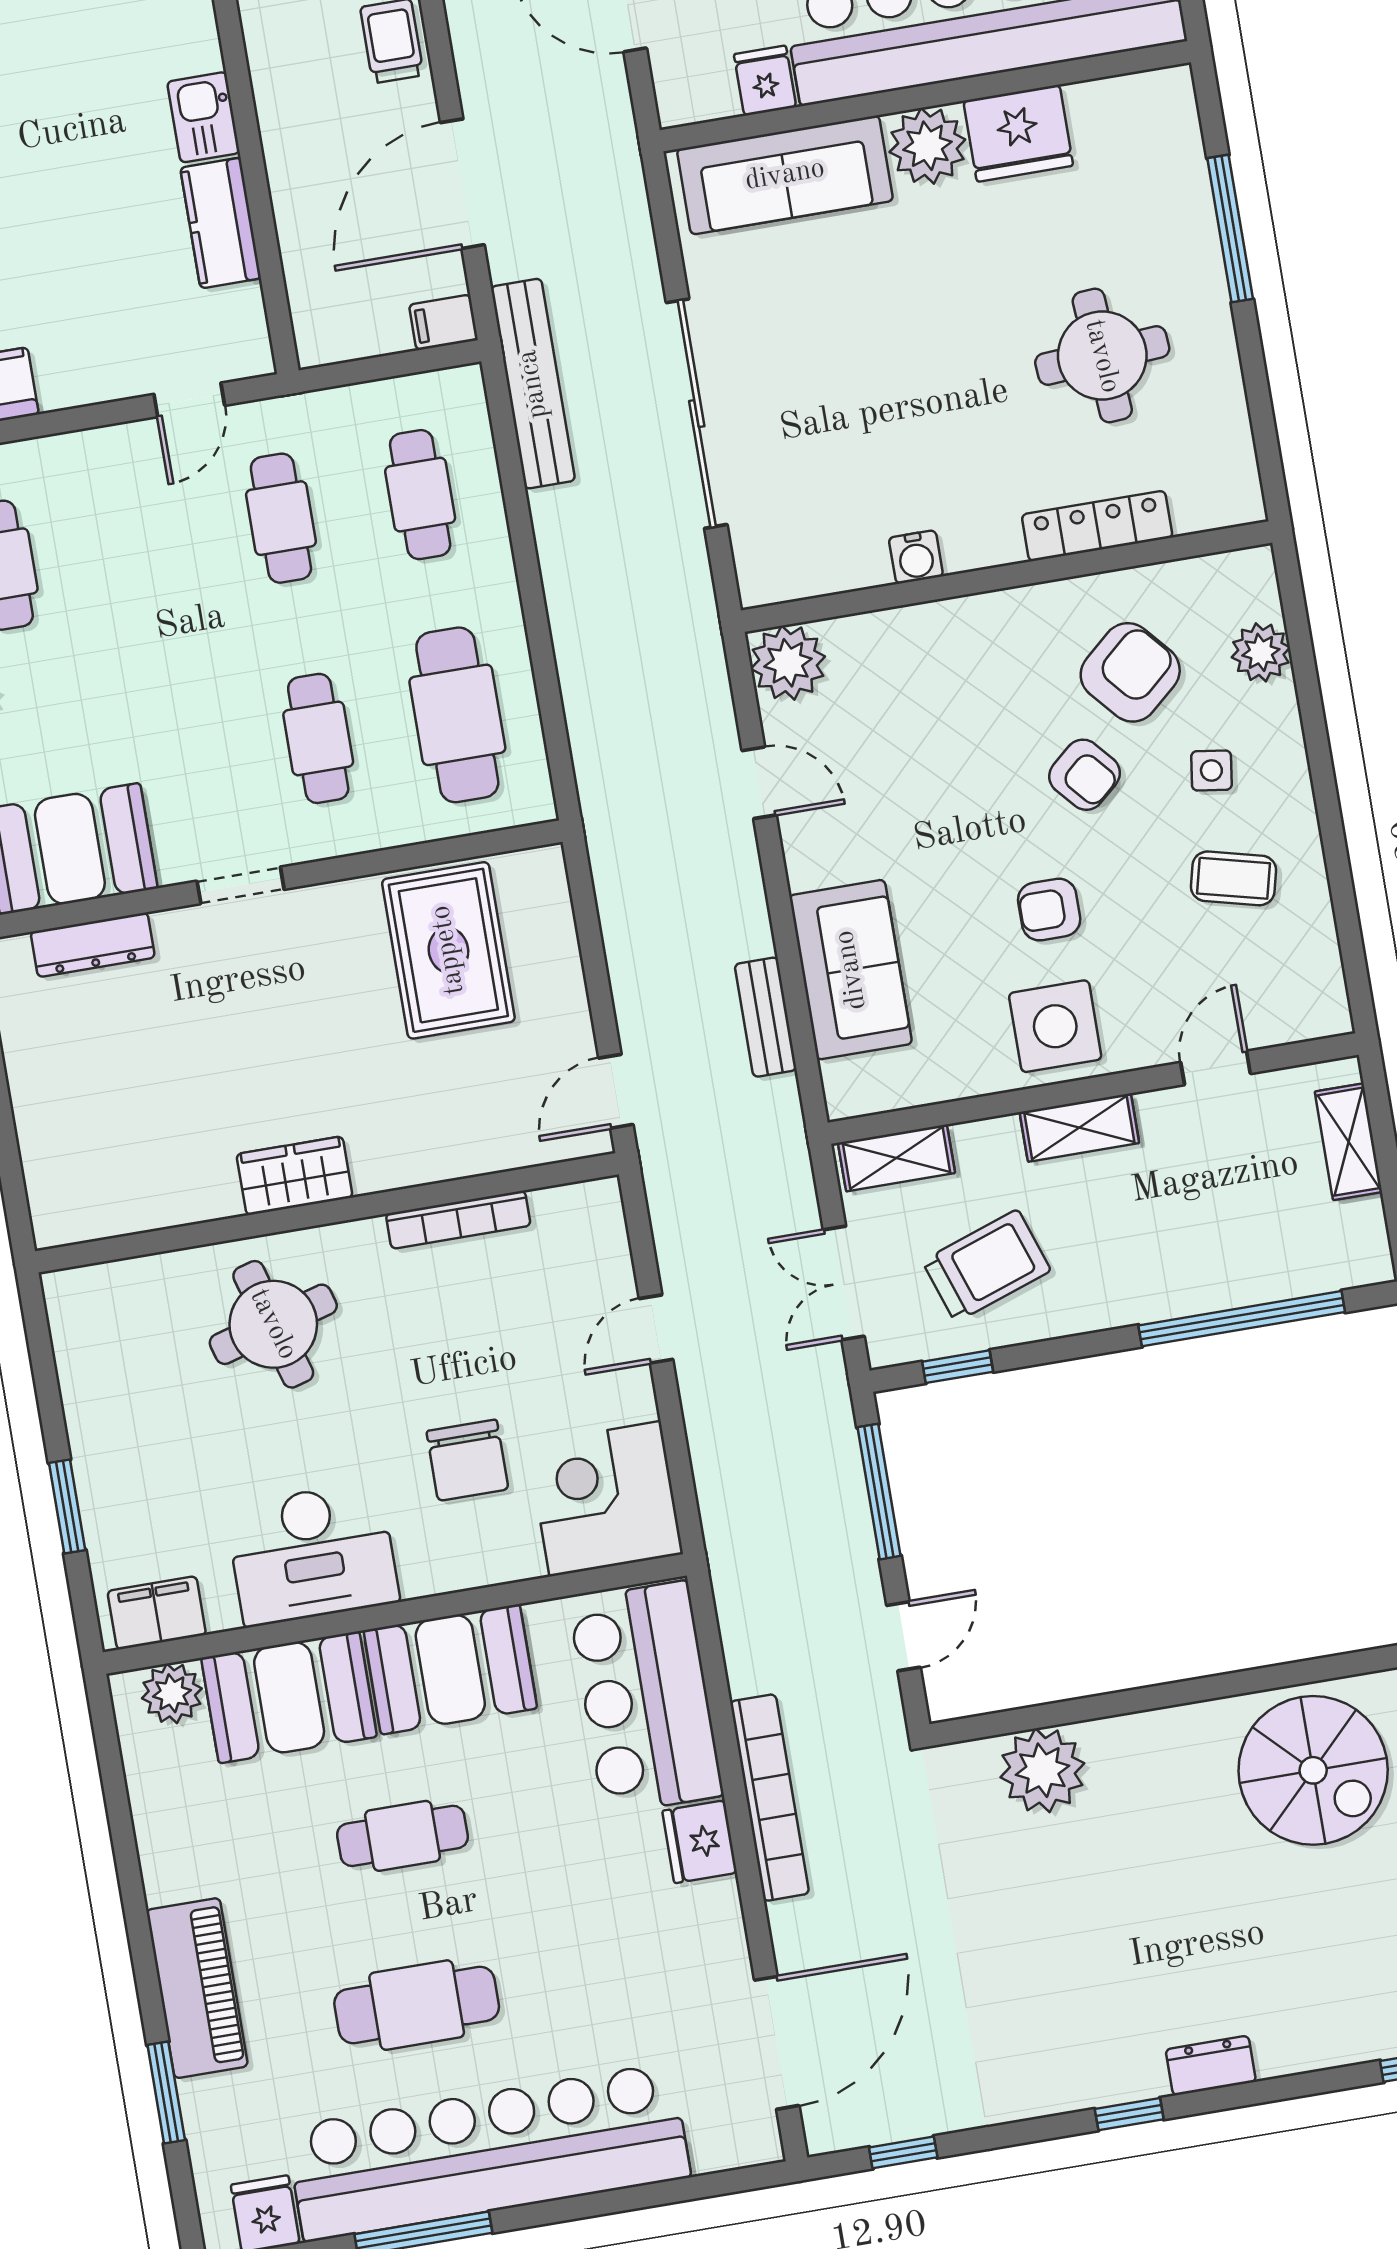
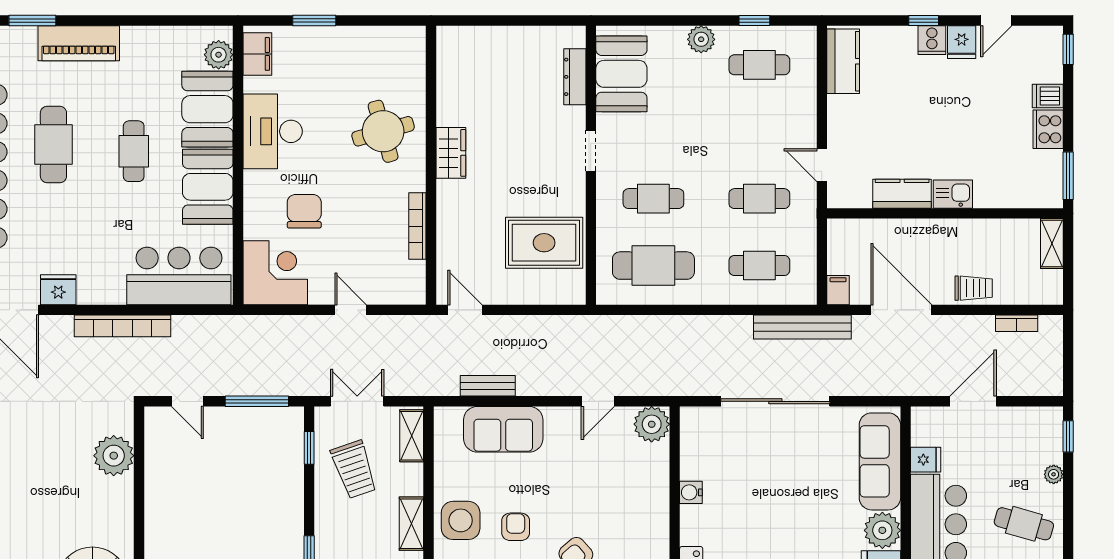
chair: (467, 1460) -> (304, 211), turned 90
fridge: (700, 1842) -> (58, 290), moved

